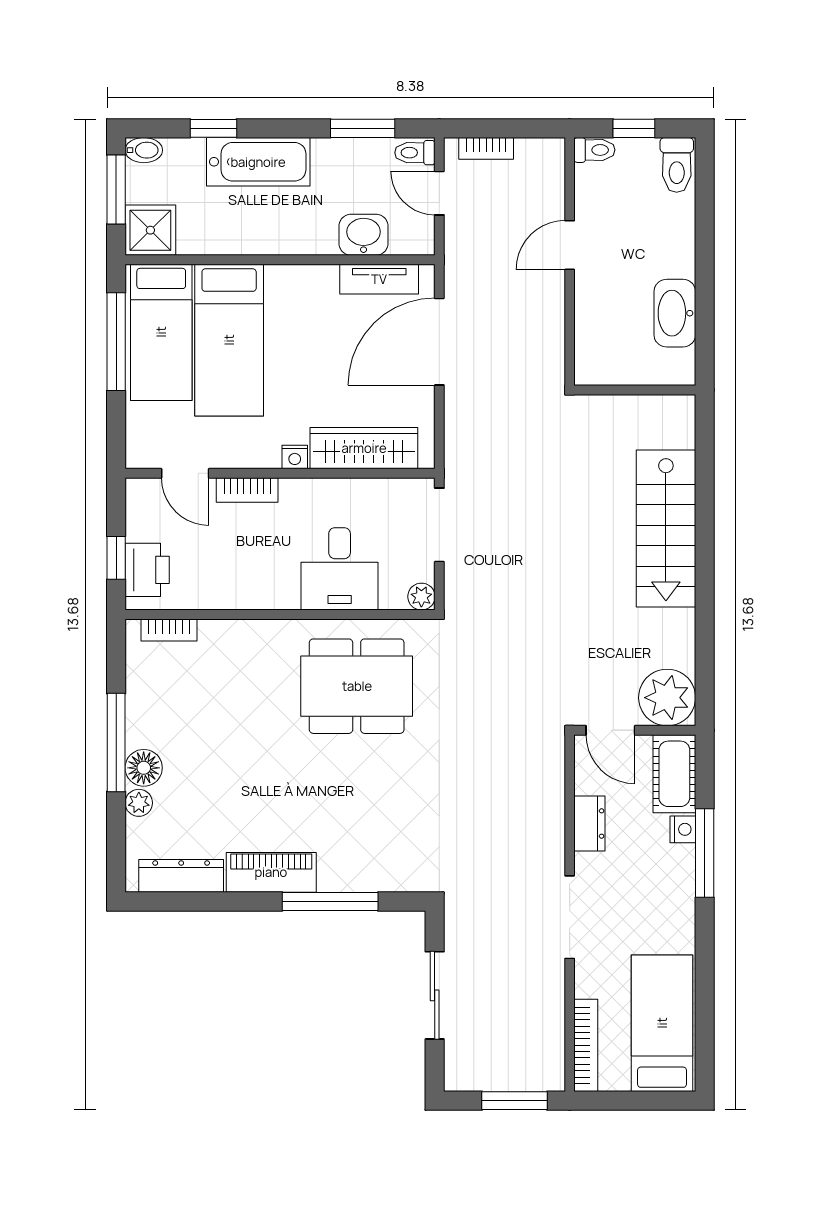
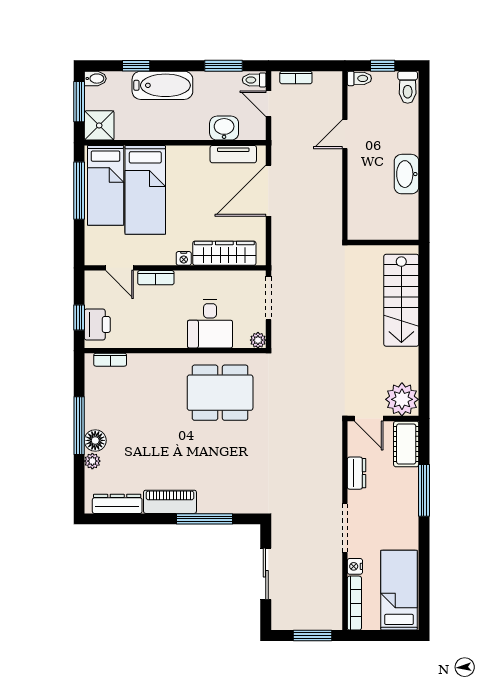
wall: (635, 390) -> (383, 242), moved
nightstand: (683, 829) -> (355, 566), moved, turned 180

